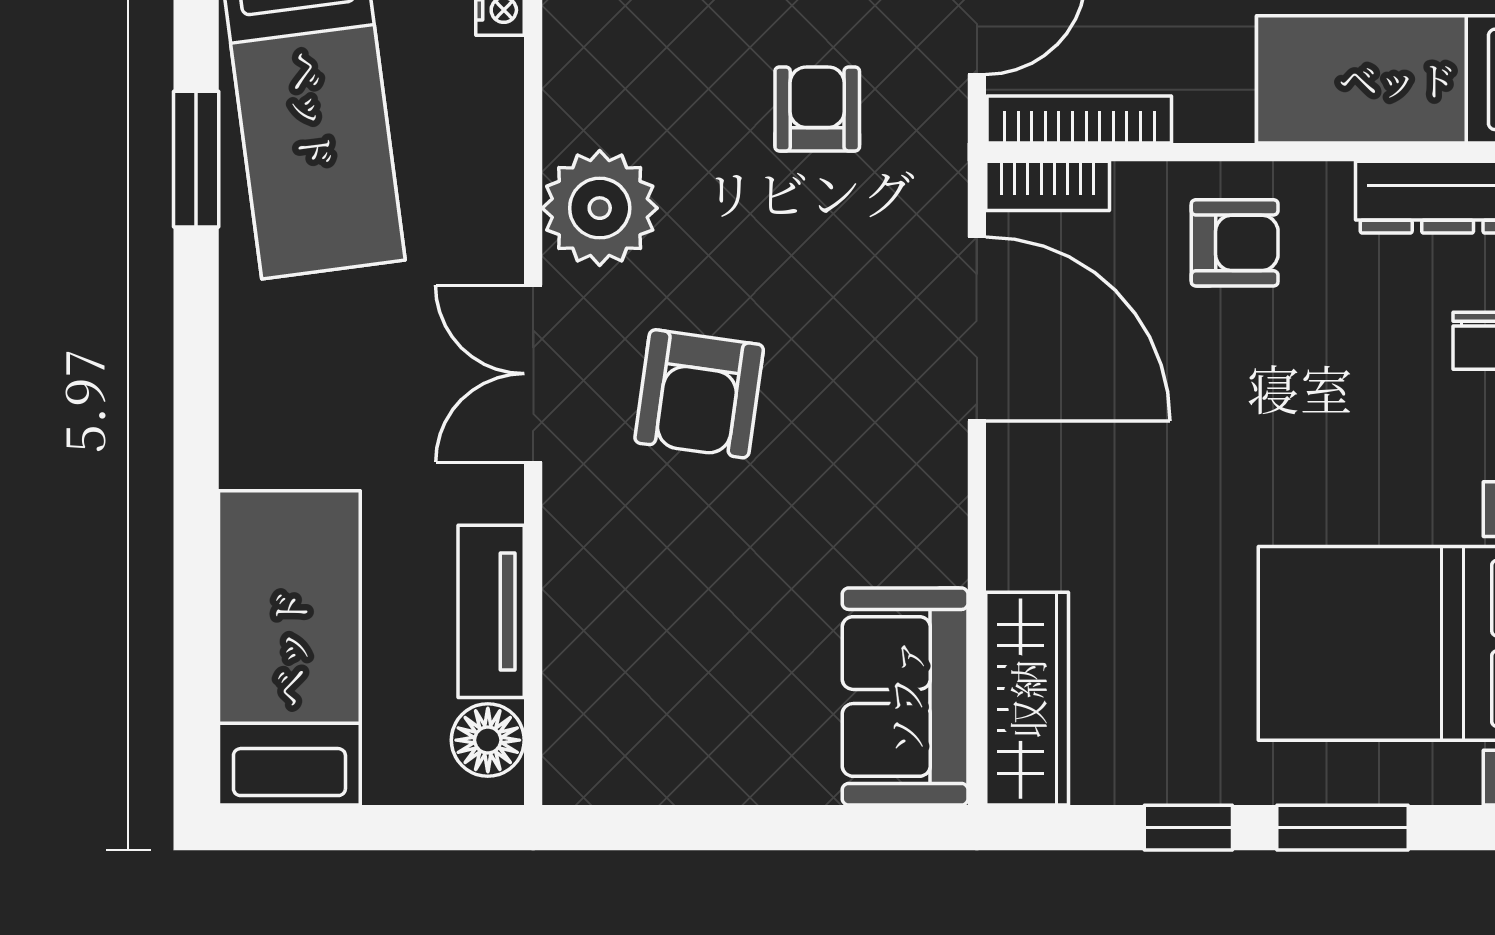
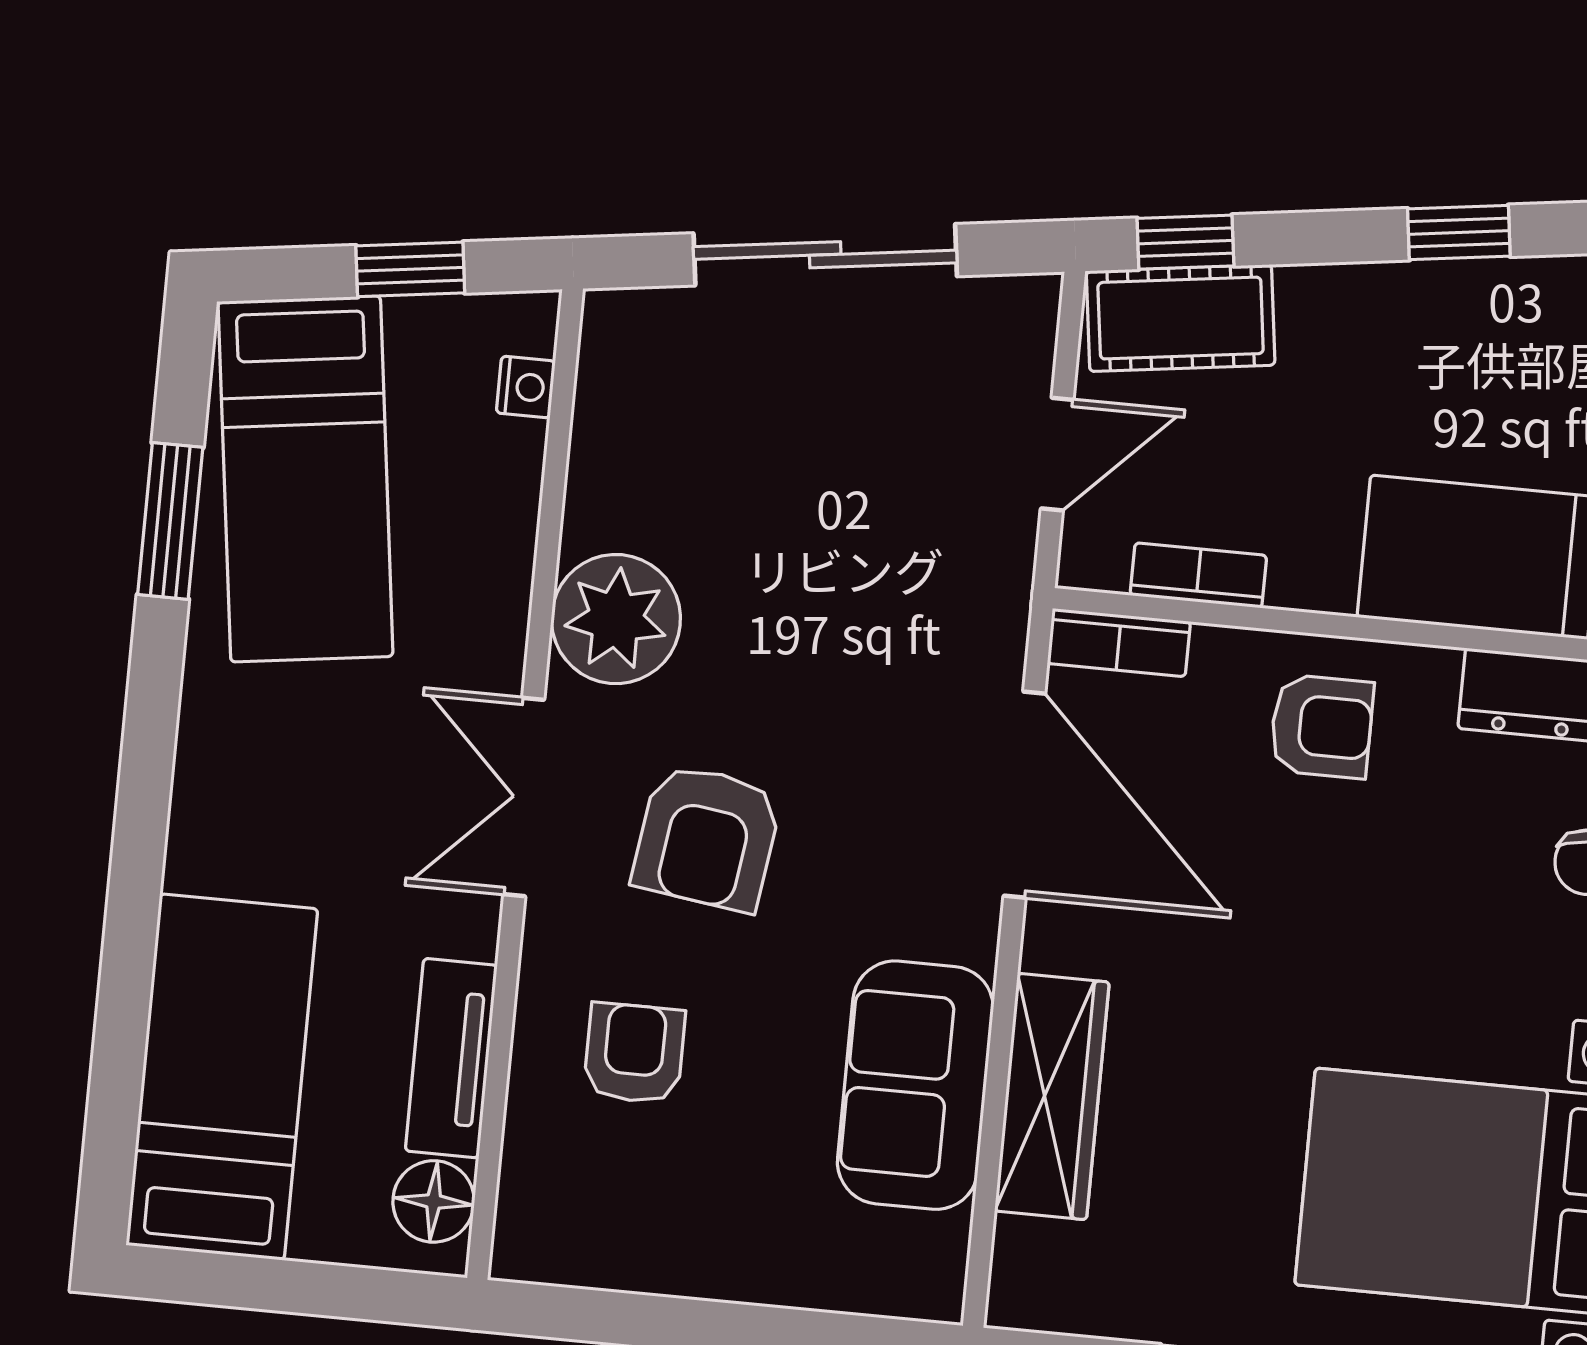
armchair: (817, 109) -> (634, 1053), moved
bookcase: (1079, 120) -> (1198, 575), width x0.64
sofa: (905, 696) -> (915, 1085), moved
wardrobe: (1027, 699) -> (1052, 1097), moved

